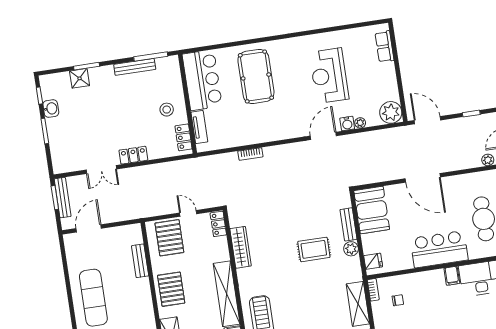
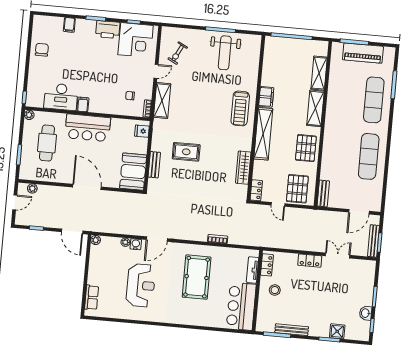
pool table: (256, 76) -> (197, 277), moved
plant: (391, 112) -> (96, 240), width x0.53, depth x0.53
plant: (351, 249) -> (157, 145), removed
bench: (140, 261) -> (323, 193), moved

